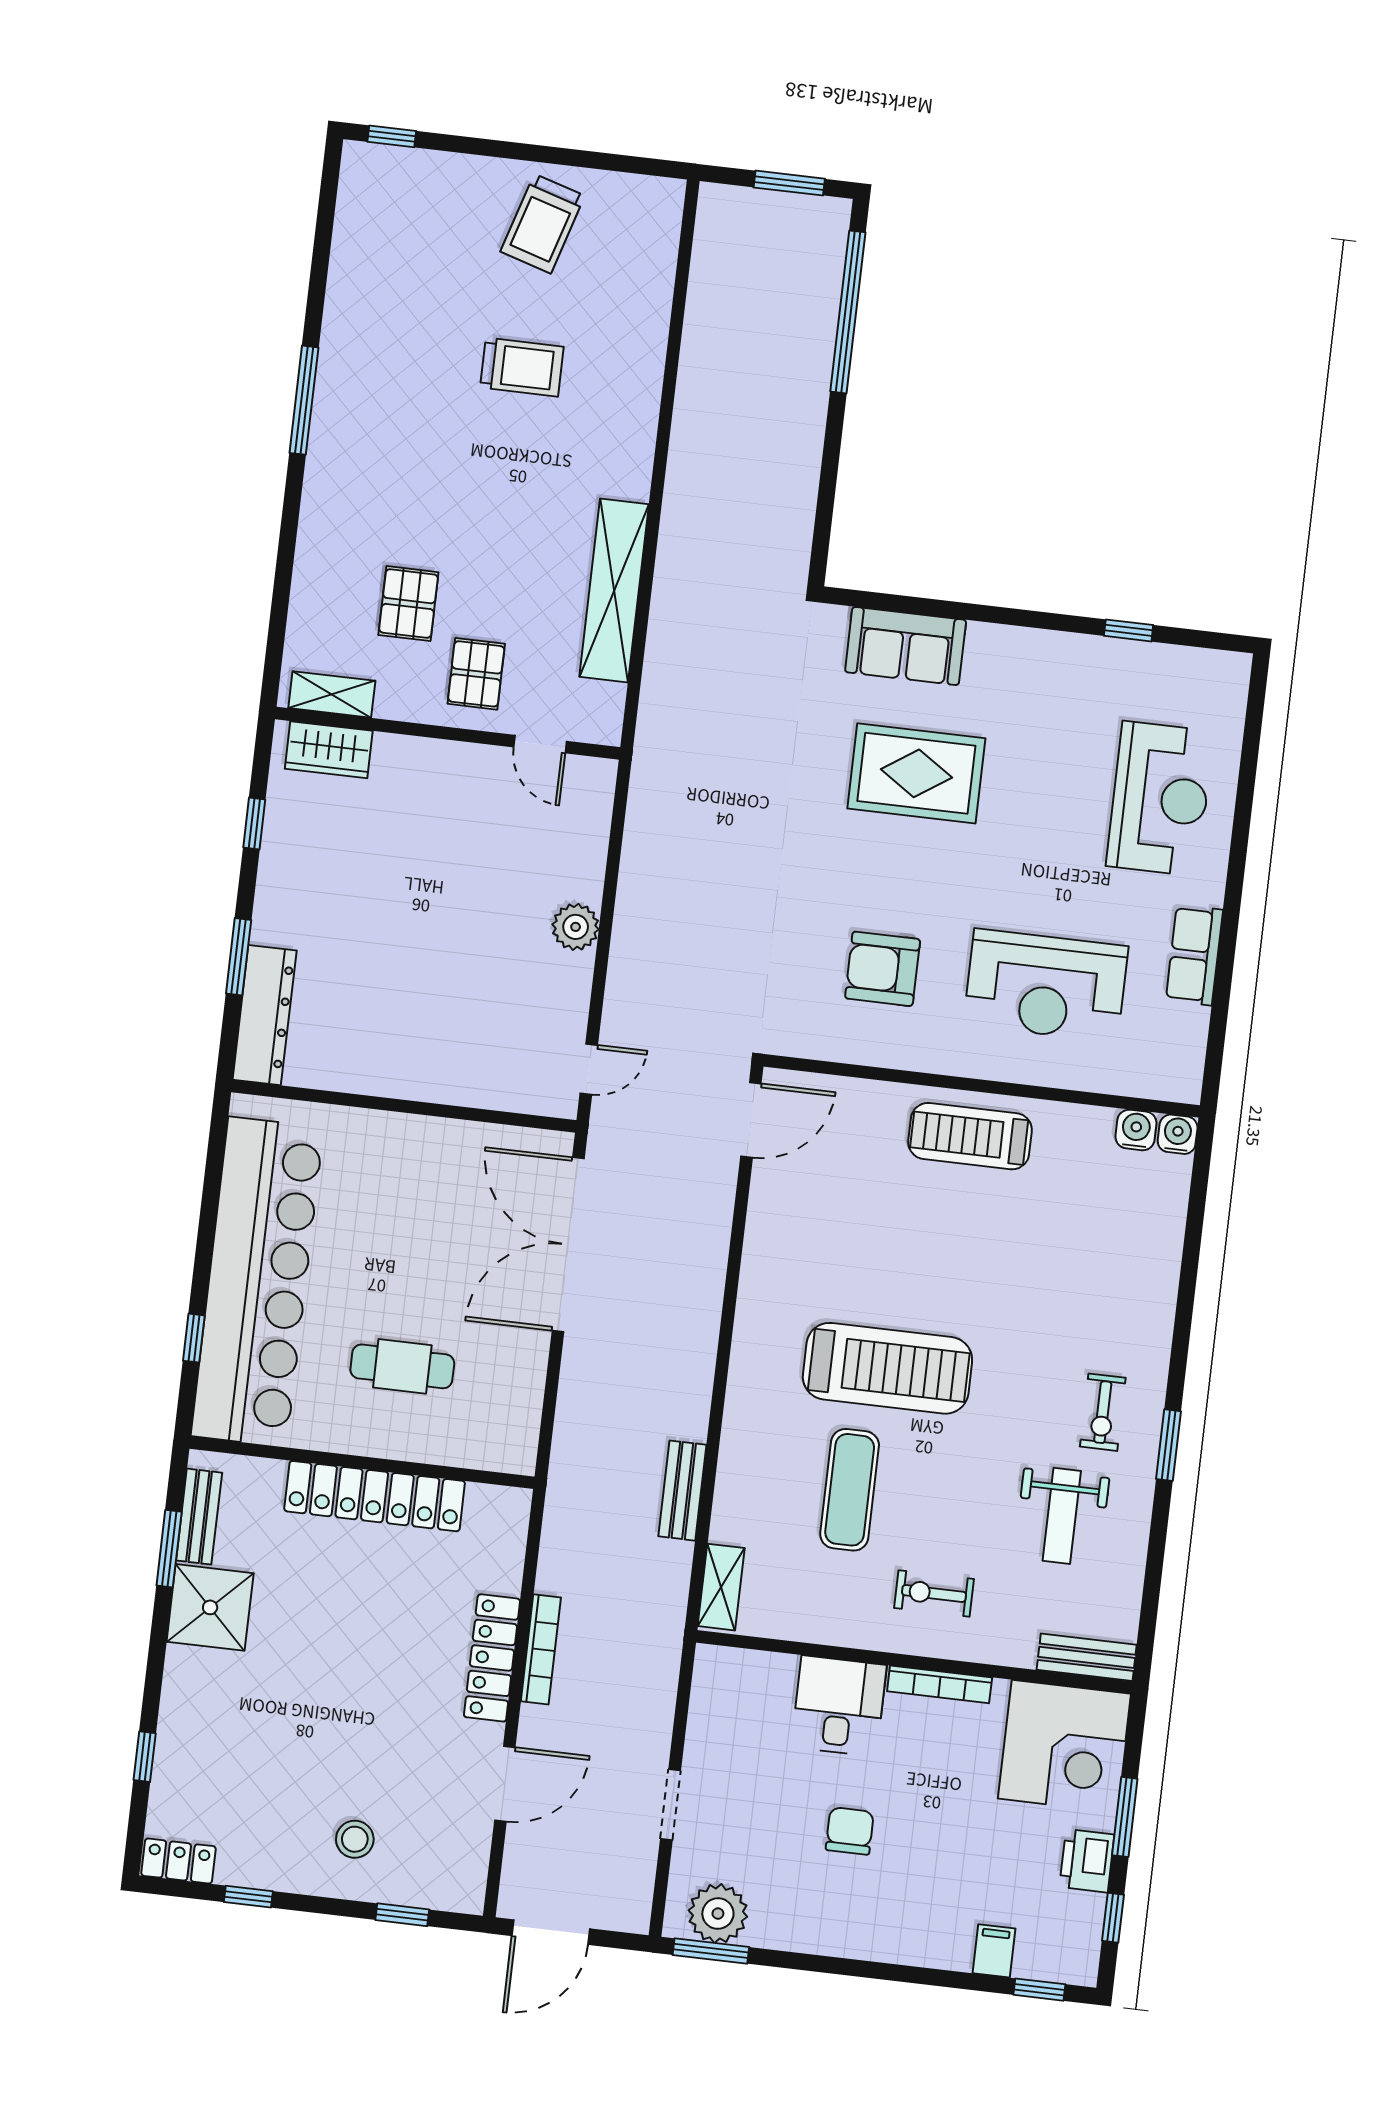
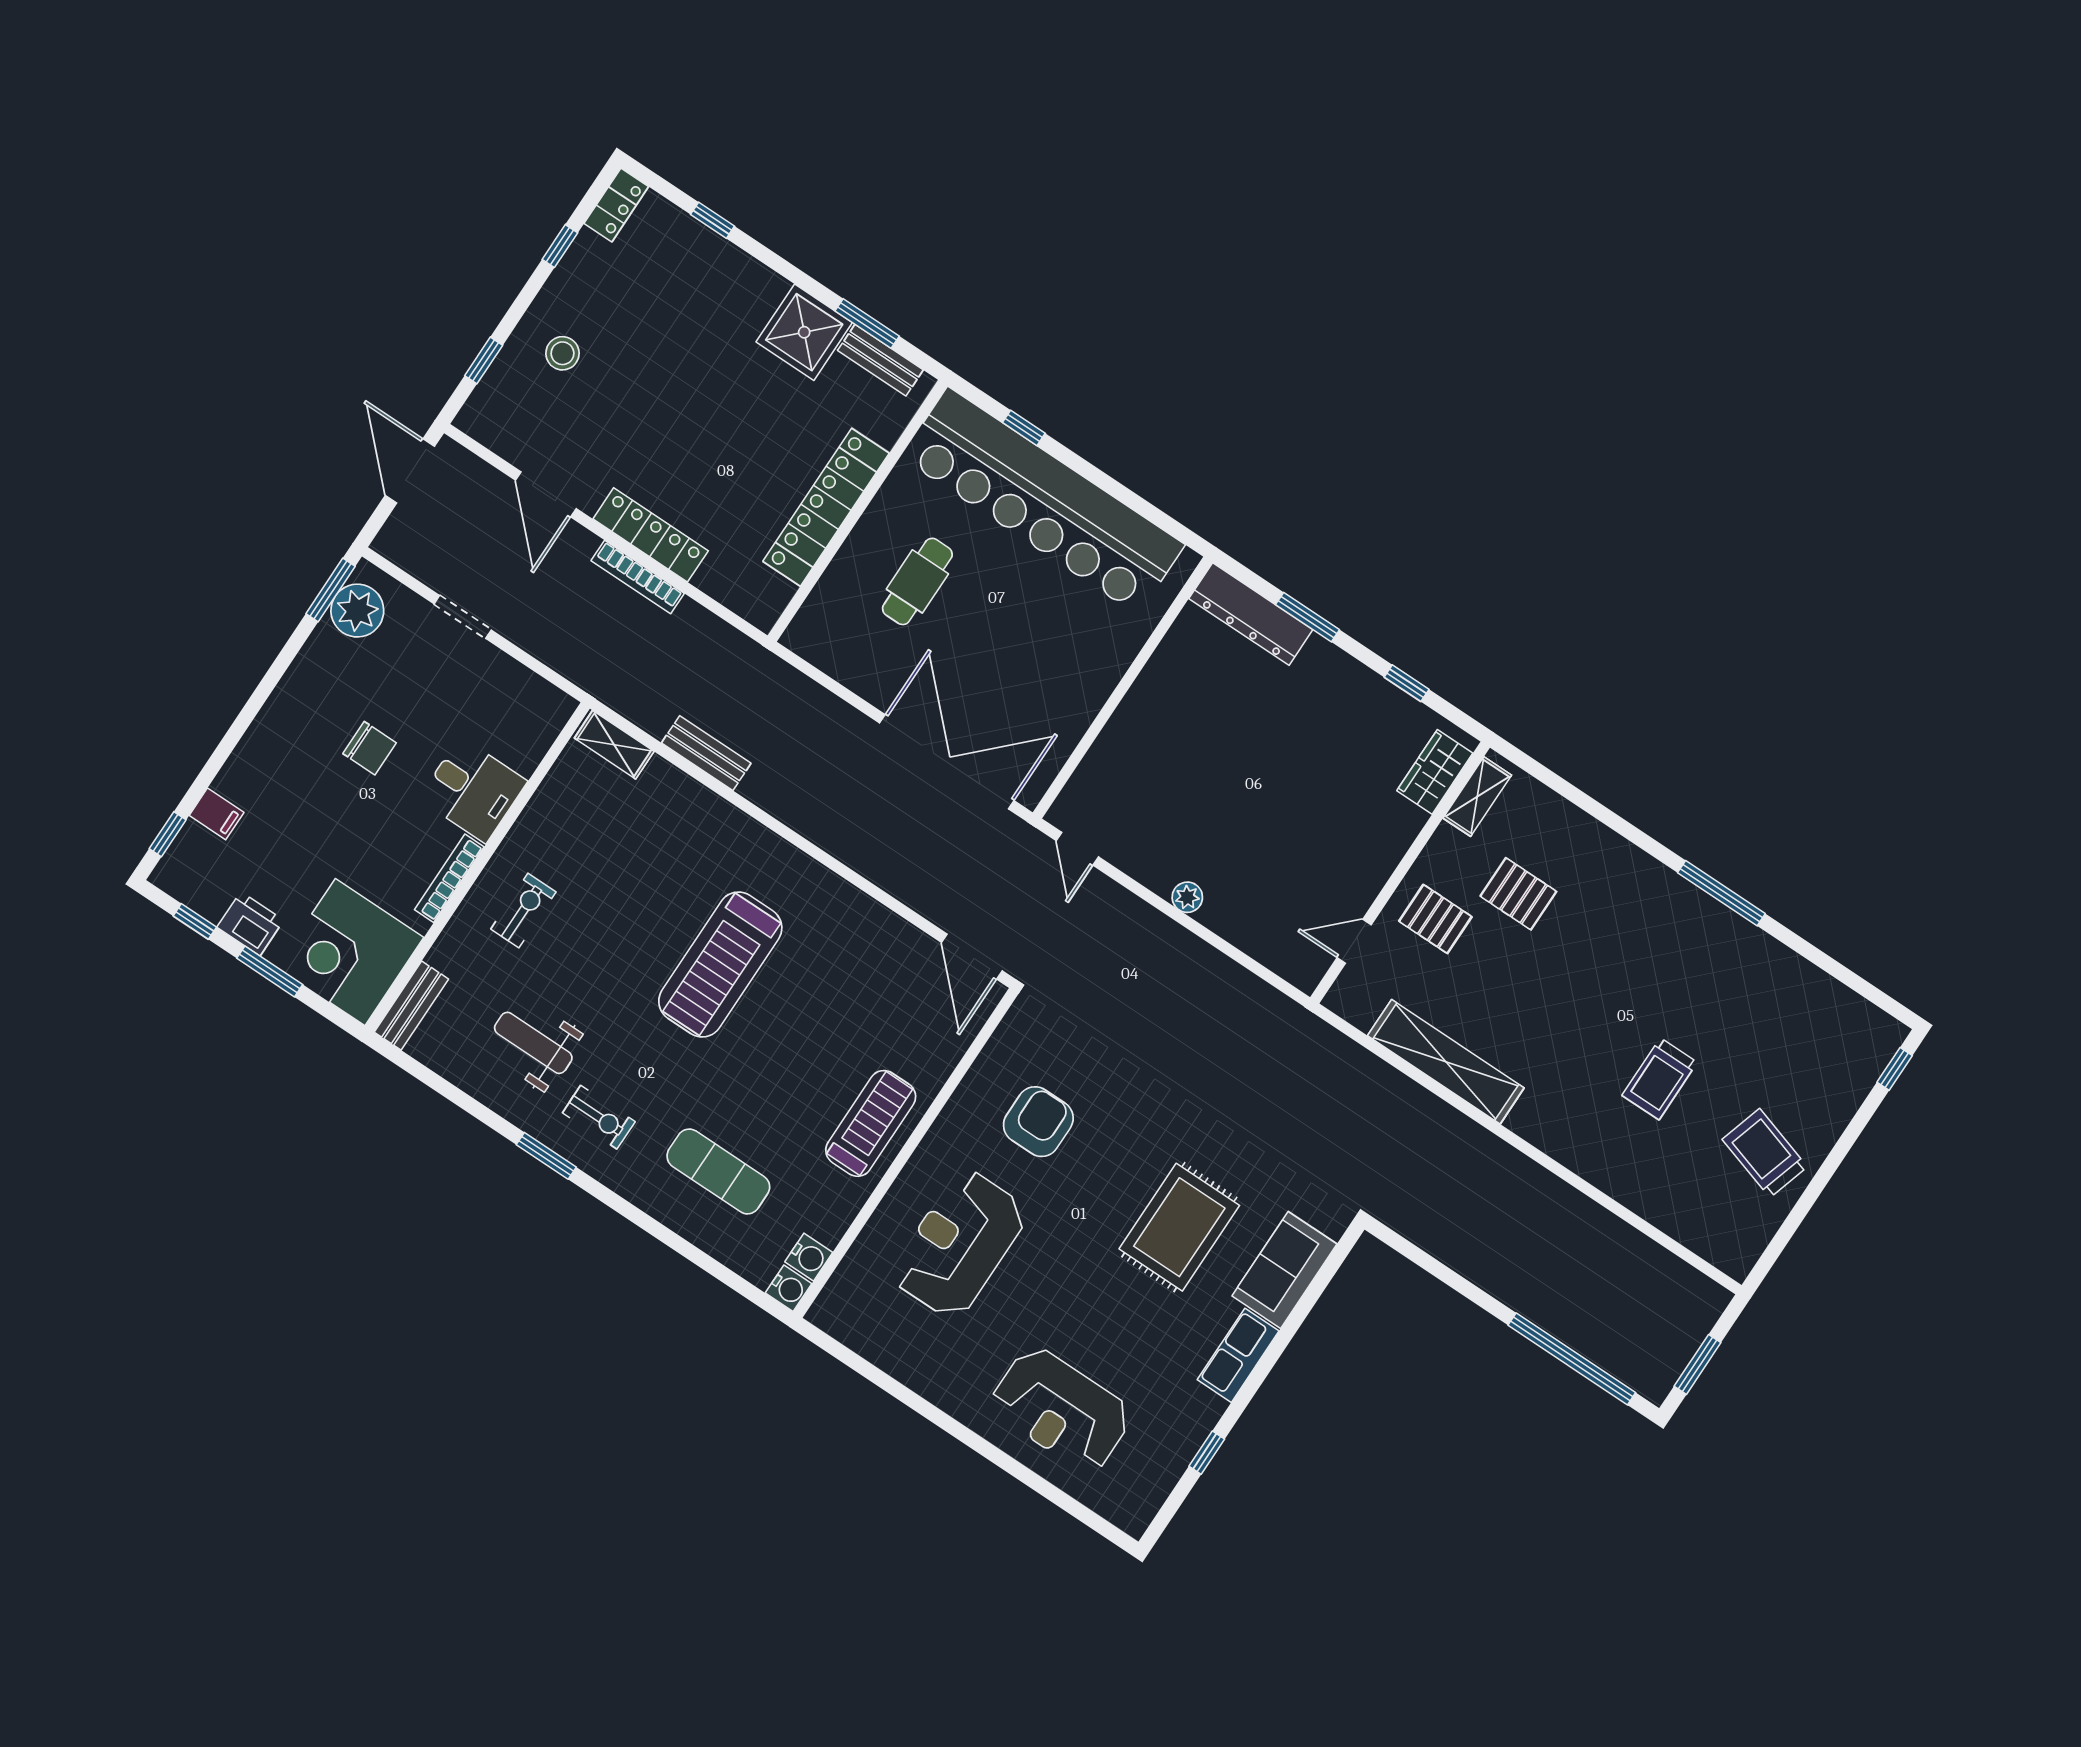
plant: (576, 927) -> (1187, 897), width x0.73, depth x0.73
row of seats: (1194, 955) -> (1238, 1355), moved, turned -90
exercise bike: (1103, 1412) -> (599, 1117), turned 180
exercise mat: (850, 1490) -> (718, 1171), moved

